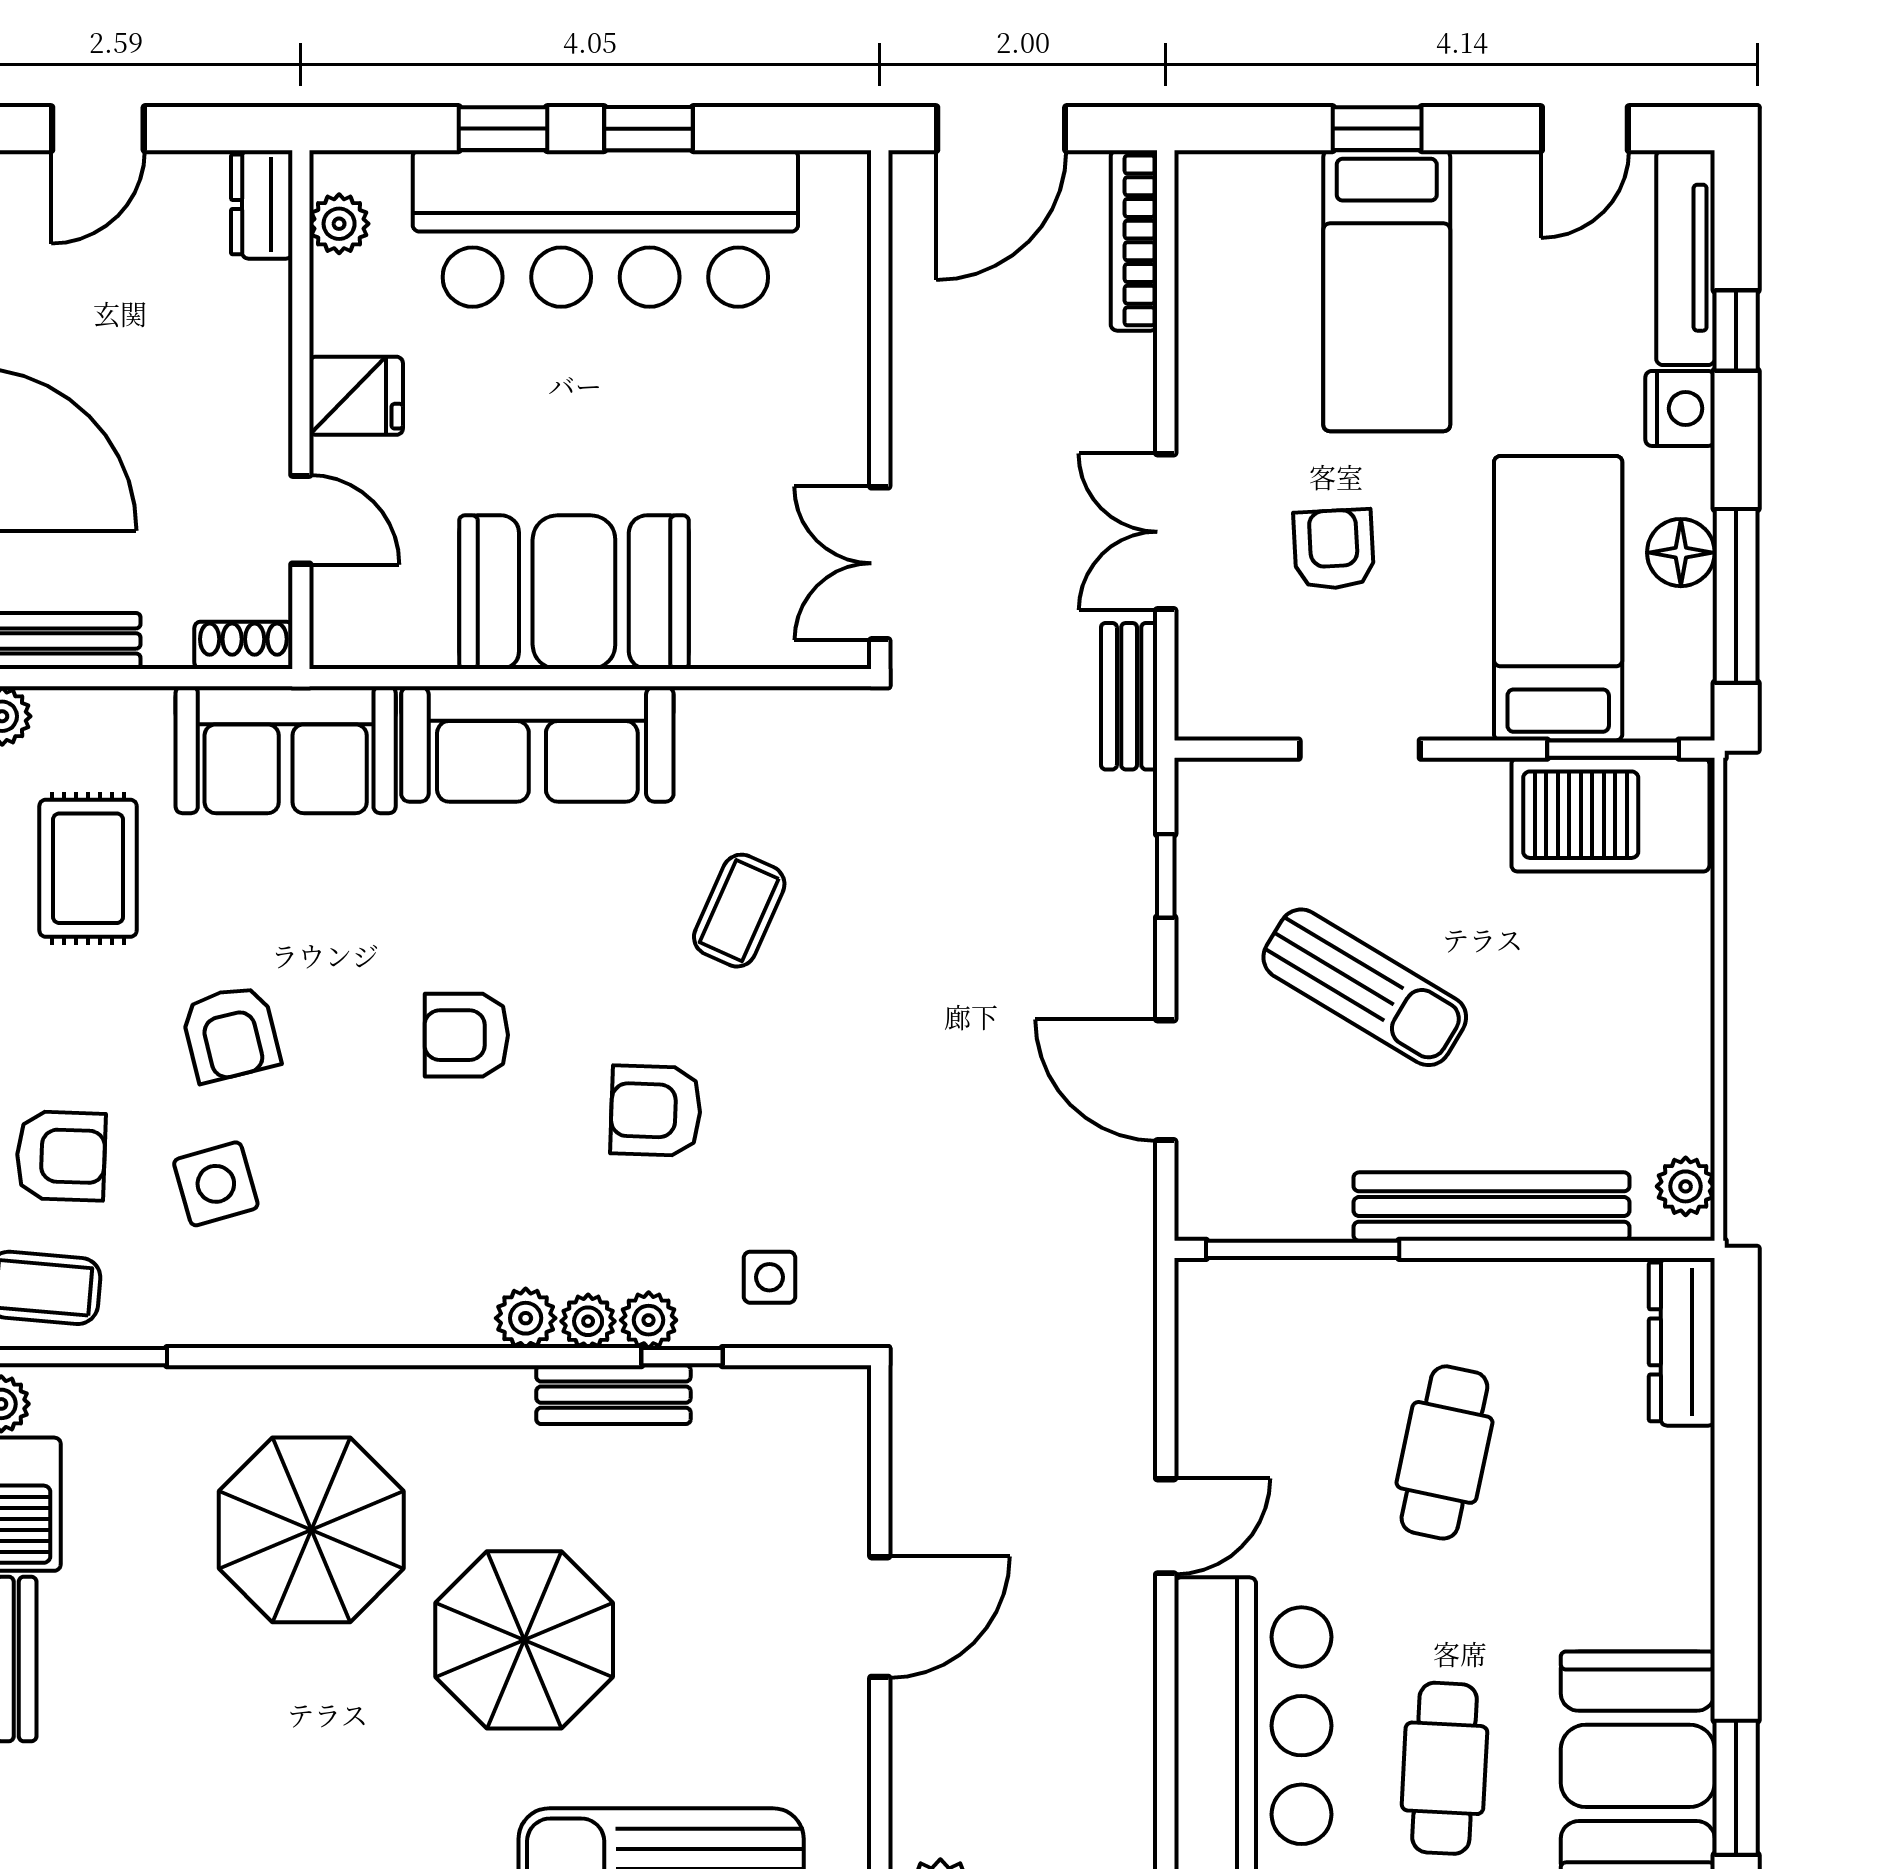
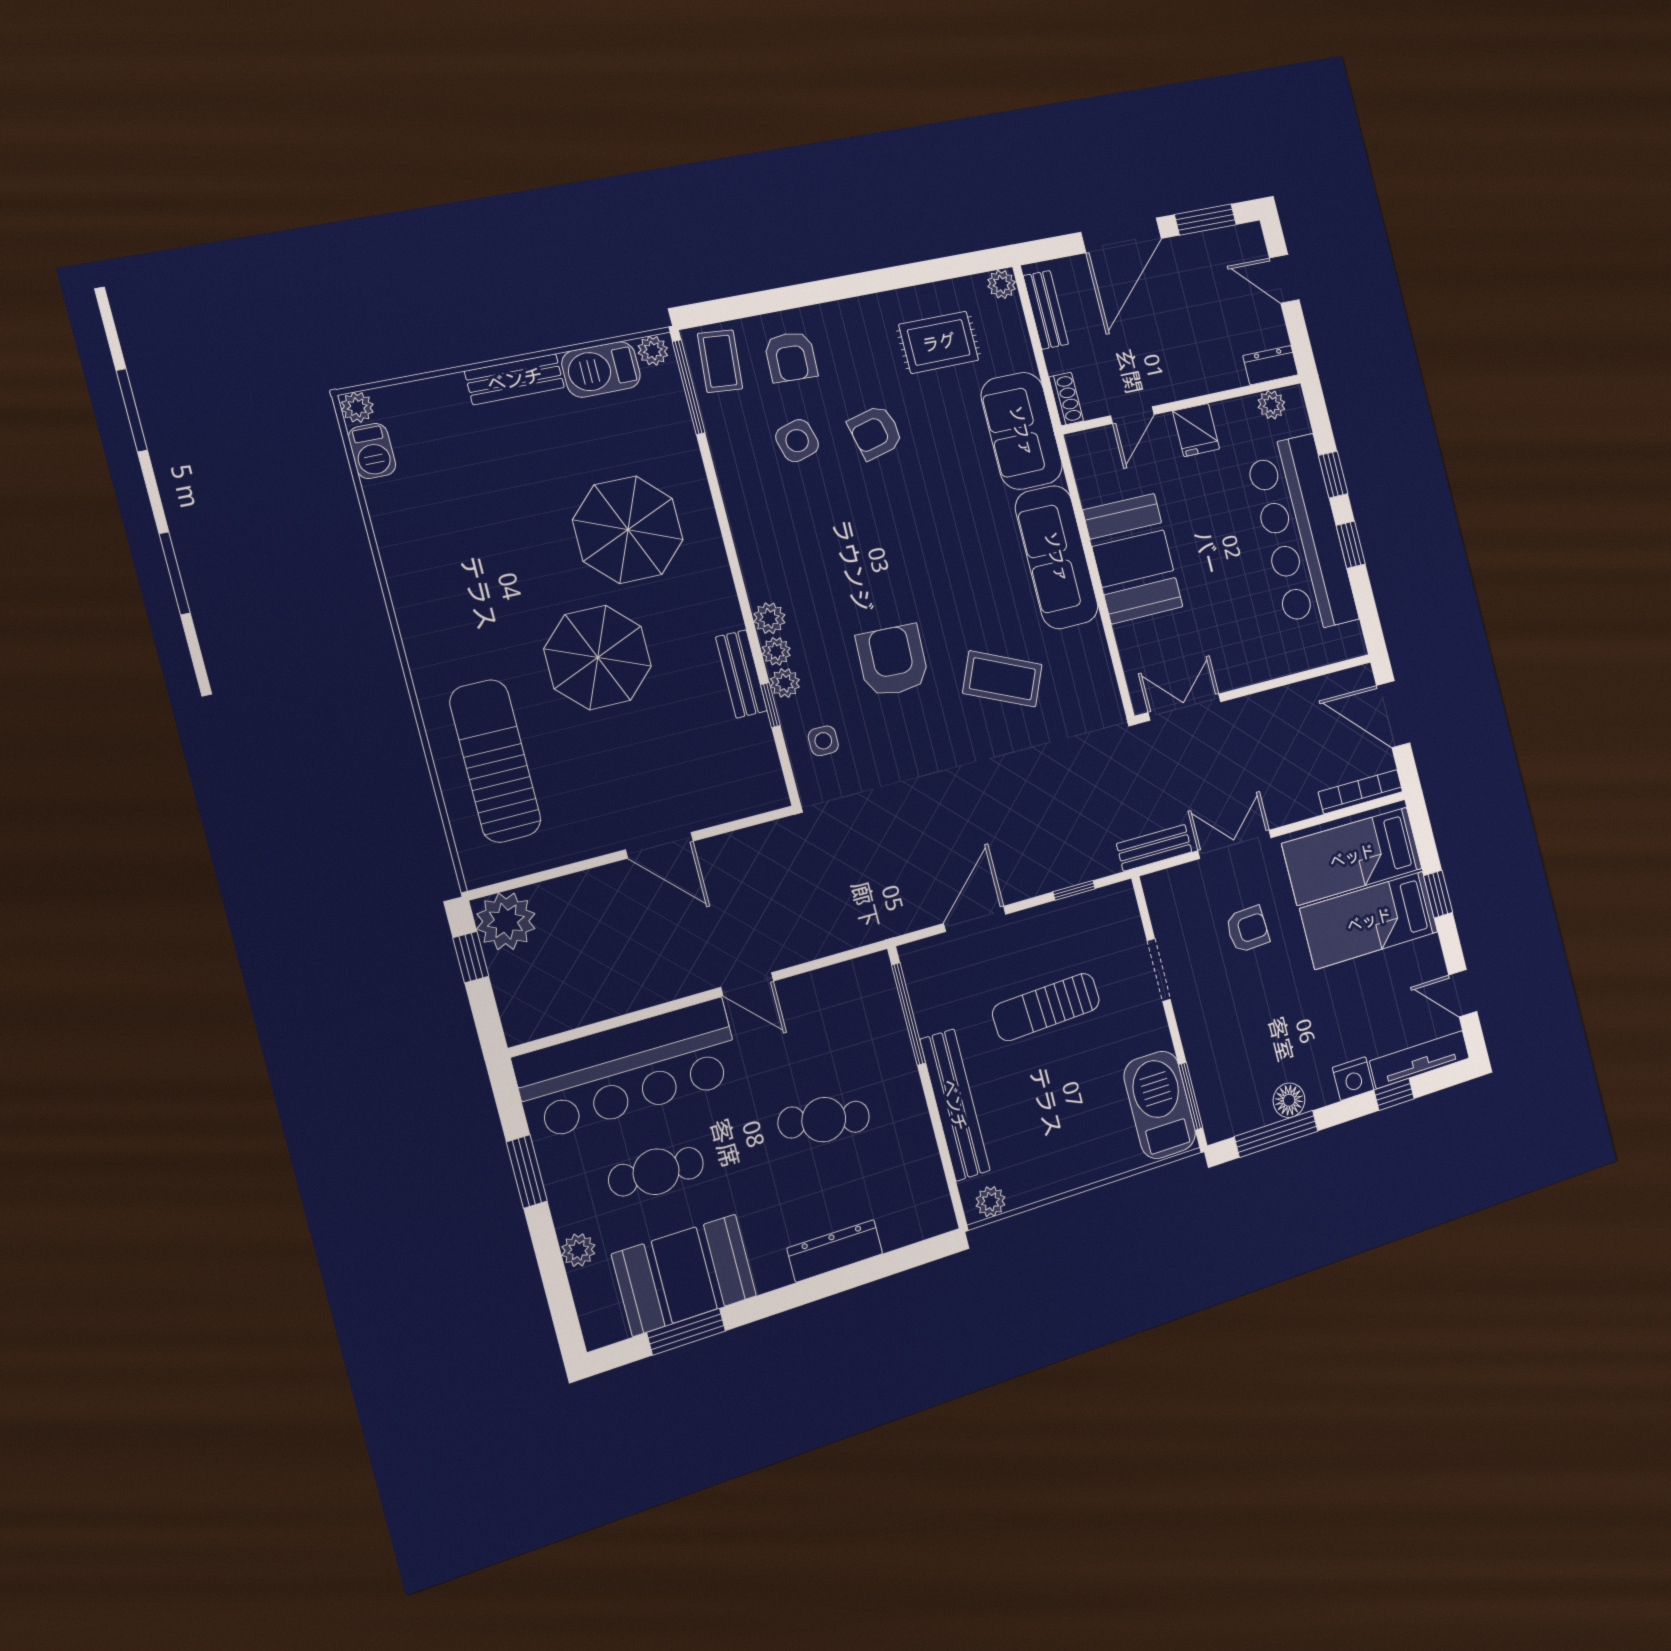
bed: (1558, 598) -> (1352, 856), moved, turned 180
coffee table: (739, 911) -> (1002, 679), width x1.36, depth x1.30
sun lounger: (1365, 987) -> (1046, 1007), turned 56
armchair: (466, 1035) -> (906, 554), removed
armchair: (656, 1111) -> (893, 661), width x1.38, depth x1.38
dresser: (1682, 1342) -> (835, 1251), moved

